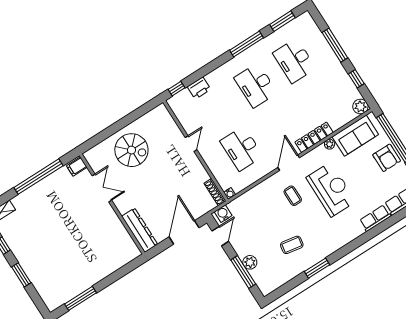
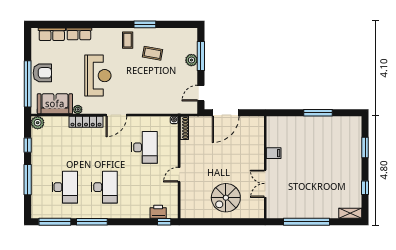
window: (282, 21) -> (55, 222), width x1.44
printer: (199, 88) -> (158, 212), moved
spiral stairs: (131, 150) -> (226, 198), turned -90
armchair: (387, 158) -> (42, 73), turned 90
filing cabinet: (77, 166) -> (274, 153), moved
reception desk: (331, 189) -> (98, 76), turned 180
coffee table: (293, 196) -> (128, 40), moved
water cooler: (223, 214) -> (188, 108), removed
dresser: (140, 230) -> (257, 135), removed
window: (21, 275) -> (365, 147), moved
window: (81, 298) -> (318, 113), moved

